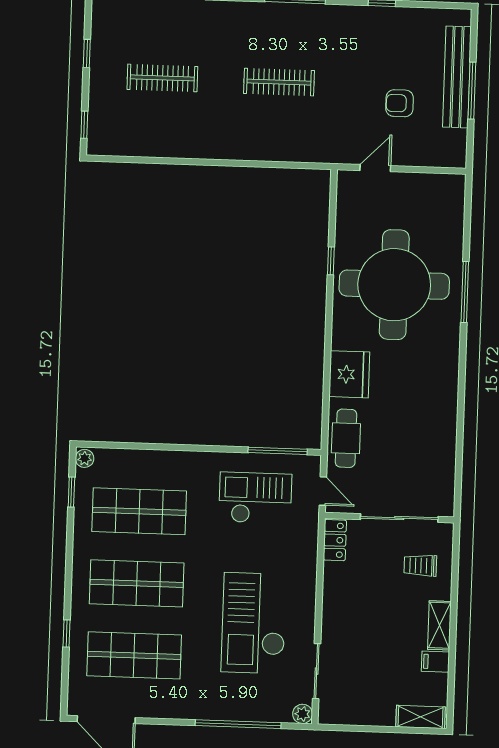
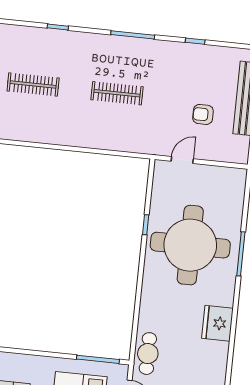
fridge: (349, 374) -> (217, 323), moved, turned 180

